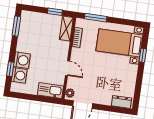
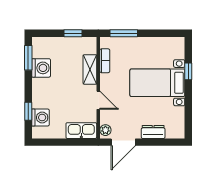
shelving: (66, 28) -> (90, 69), moved
bed with nightstands: (119, 43) -> (157, 83), moved
washing machine: (22, 60) -> (41, 68), moved
dresser: (122, 102) -> (153, 132), moved

